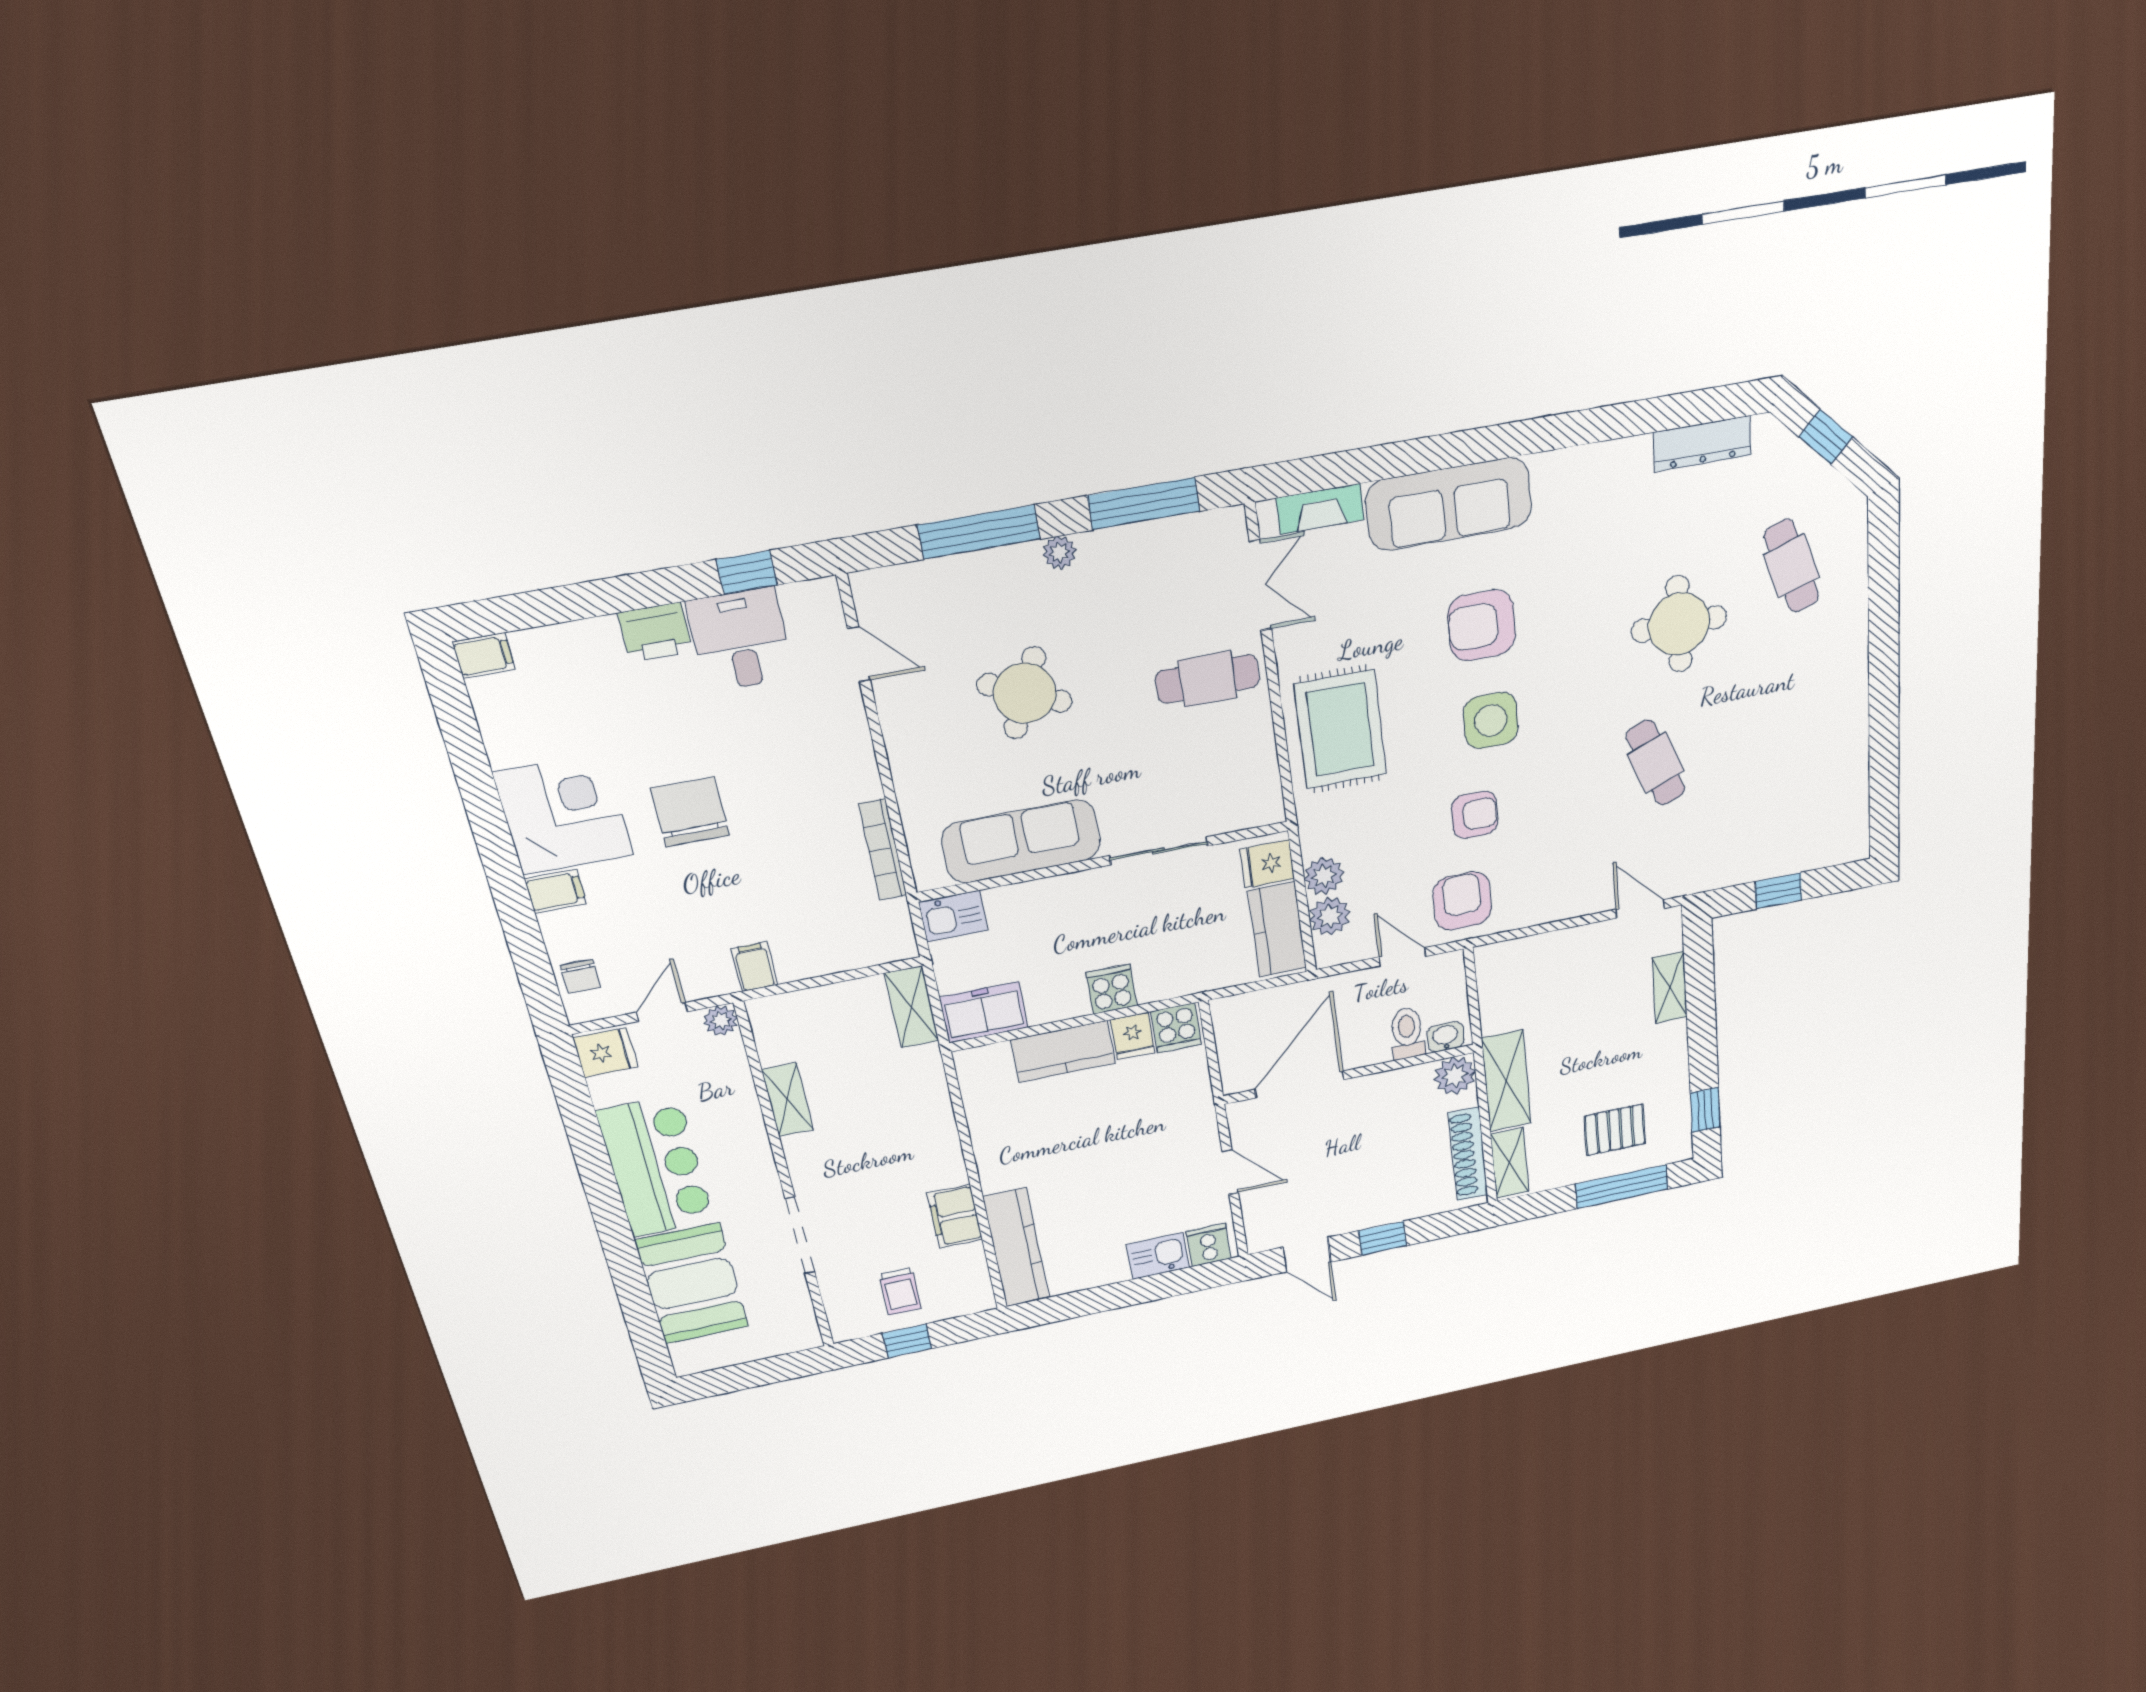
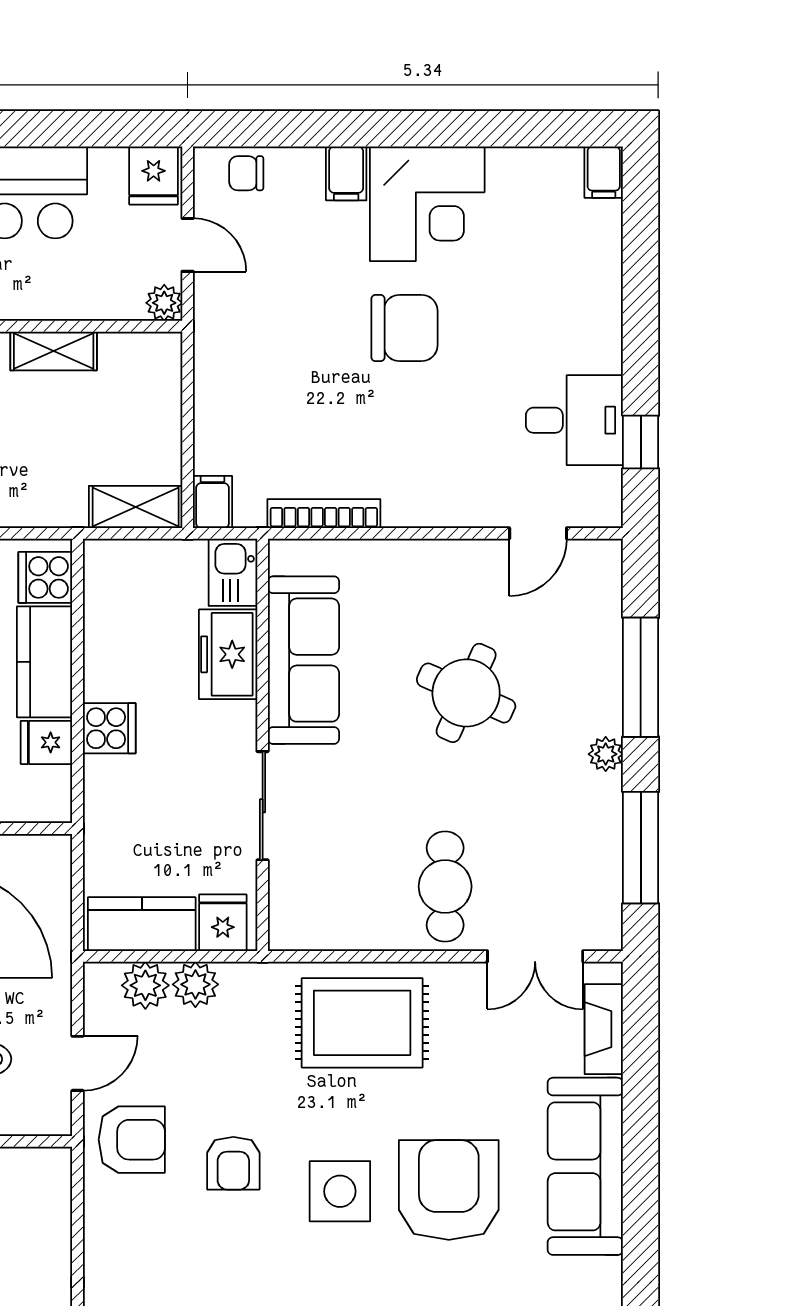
armchair: (1481, 625) -> (449, 1190), width x1.36, depth x1.36
printer: (655, 632) -> (597, 340), removed
filing cabinet: (754, 967) -> (213, 502), moved, turned -90
freezer: (984, 1012) -> (228, 654), moved, turned 180
cooker: (1176, 1028) -> (45, 577), moved

